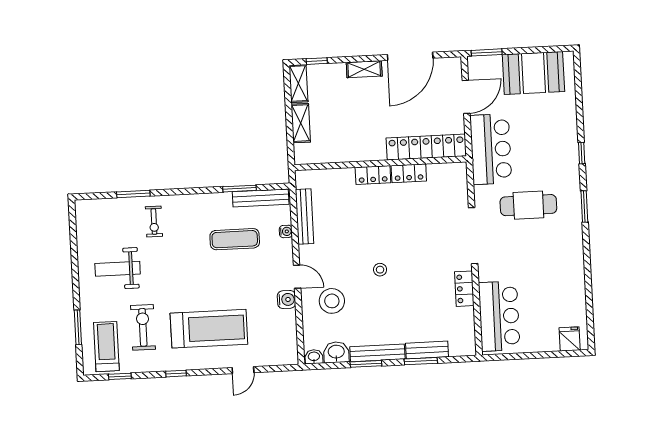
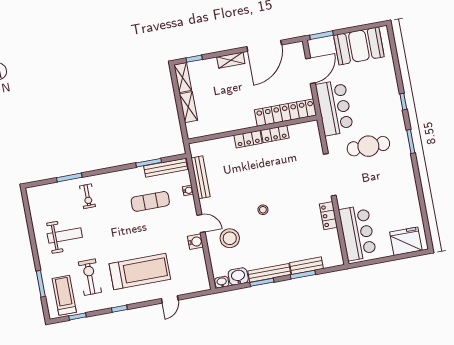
weight bench: (118, 269) -> (65, 235), turned 180
fridge: (570, 339) -> (406, 241), width x1.88, depth x1.34

